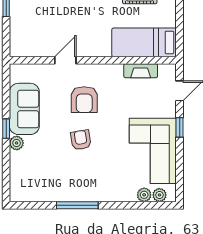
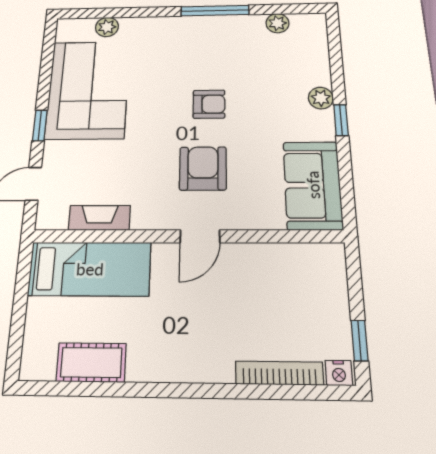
door: (65, 60) -> (200, 236), moved
sofa: (24, 109) -> (313, 185), moved
armchair: (81, 140) -> (209, 104), turned -81
plant: (159, 195) -> (278, 23), moved

